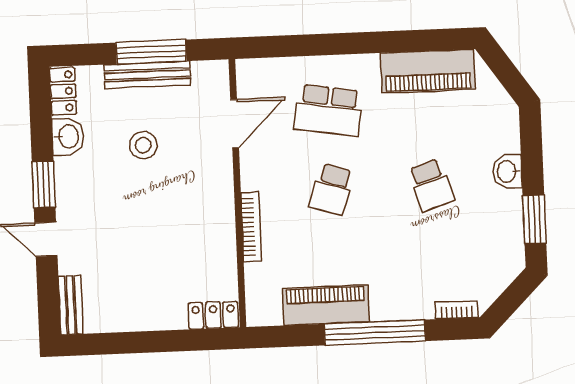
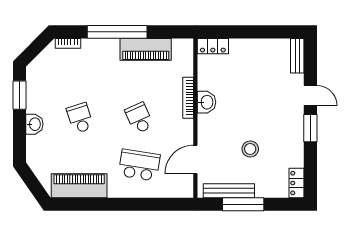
bench: (147, 75) -> (229, 191), moved
washbasin: (68, 136) -> (207, 102), moved, turned 180
school desk: (332, 189) -> (139, 118), turned -42

